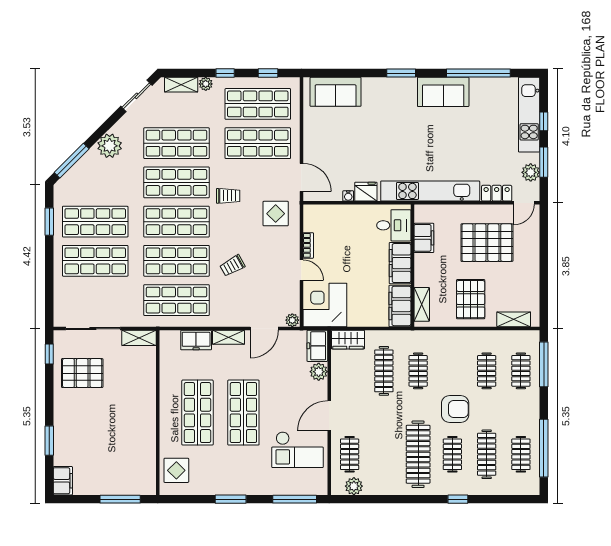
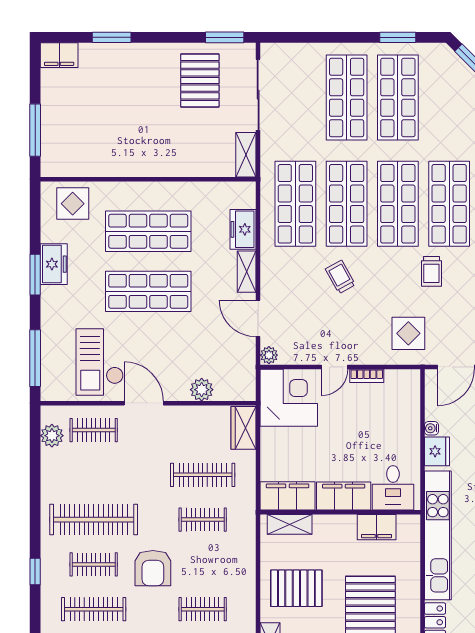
freezer: (317, 346) -> (54, 264), moved, turned 90
window: (49, 354) -> (225, 37), width x1.50

